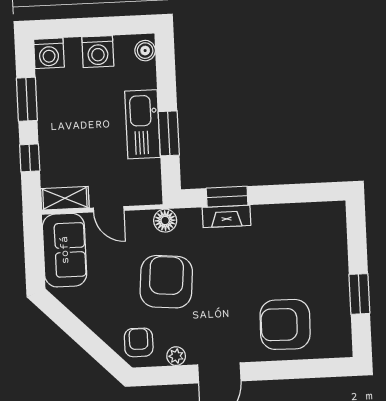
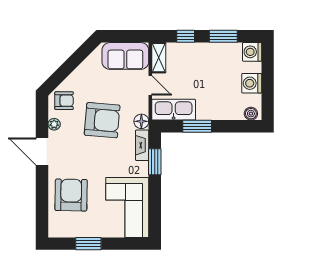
kitchen sink: (143, 124) -> (174, 110), moved
door: (109, 209) -> (150, 85), swing flipped
fireplace: (226, 216) -> (142, 145), moved
corner sofa: (300, 236) -> (127, 207), added

